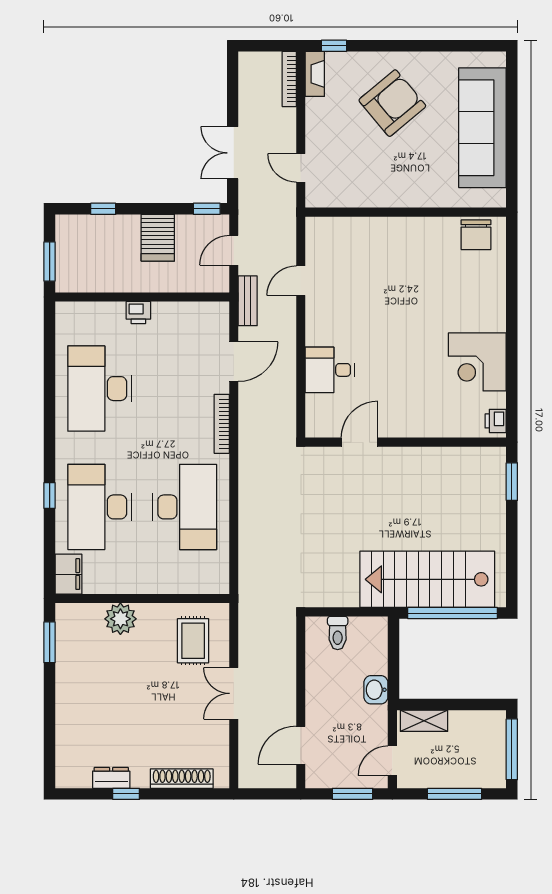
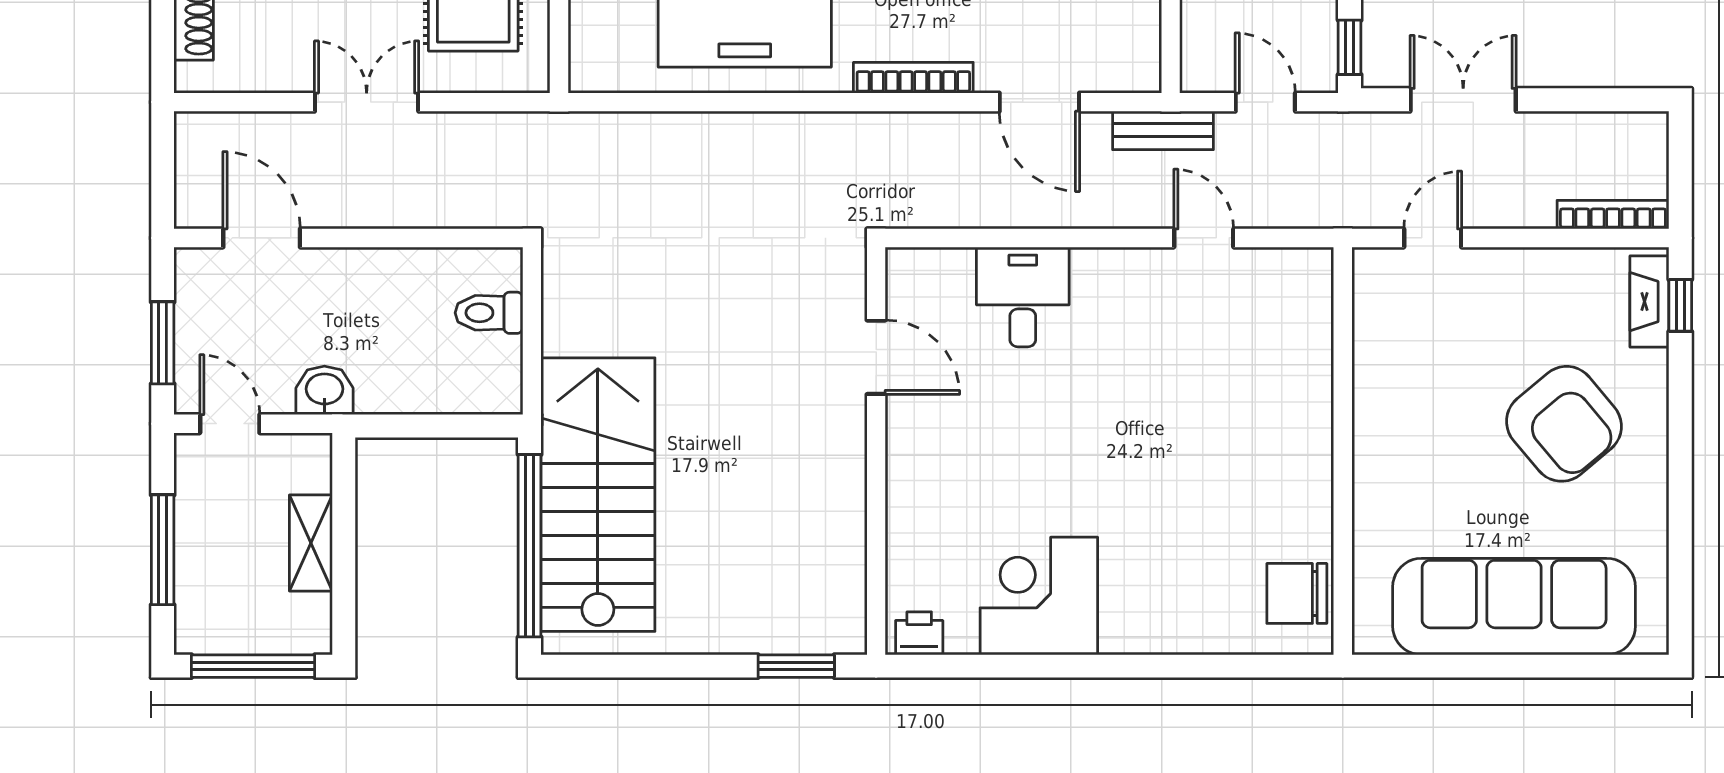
fireplace: (315, 74) -> (1649, 302), moved, turned 90
washbasin: (376, 690) -> (324, 390), moved
shelving: (424, 721) -> (311, 543), moved

